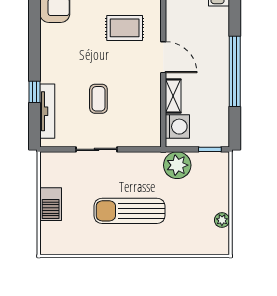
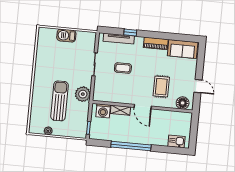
piano: (49, 45) -> (156, 43), added
door: (163, 57) -> (143, 107), hinge flipped
plant: (177, 165) -> (83, 94), moved
sun lounger: (130, 211) -> (59, 101), moved

